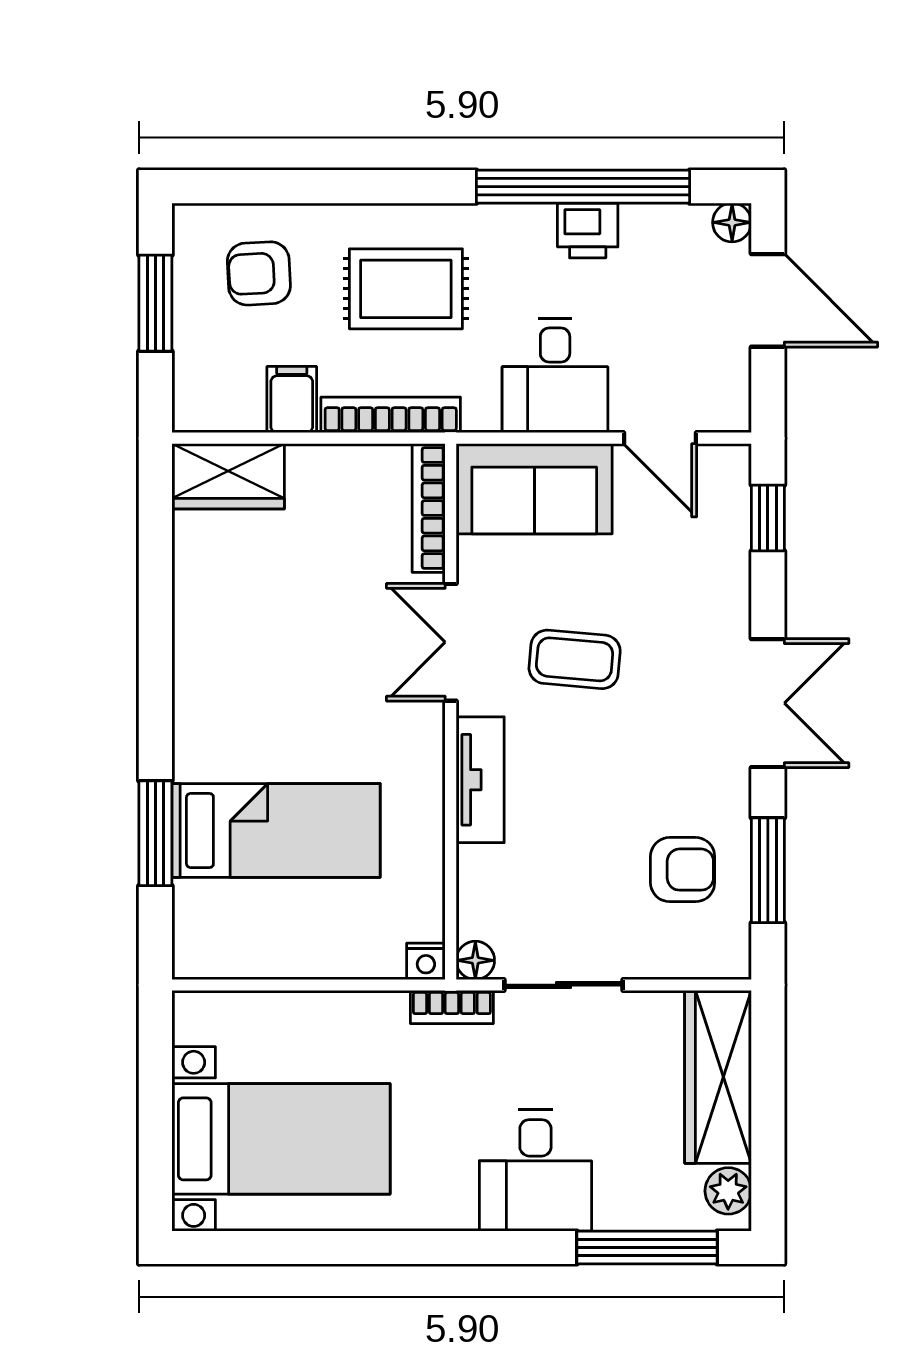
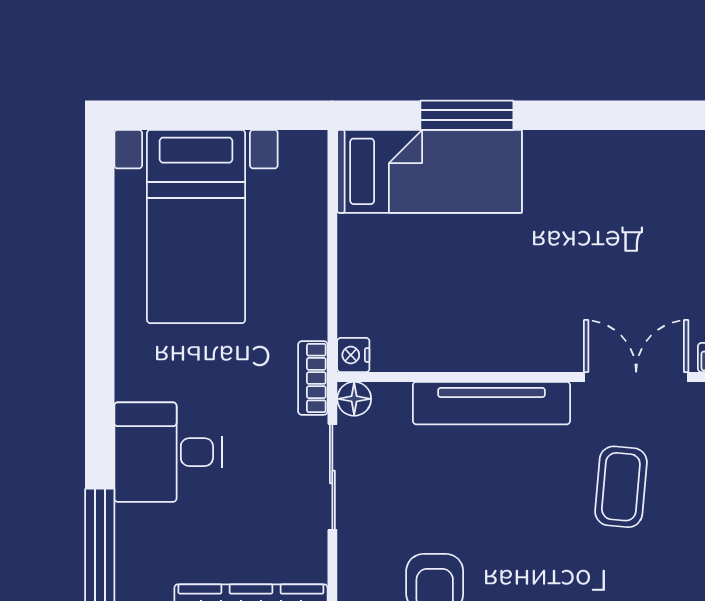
tv unit: (480, 780) -> (491, 403), width x1.41
bed: (276, 830) -> (430, 171), moved, turned -90

